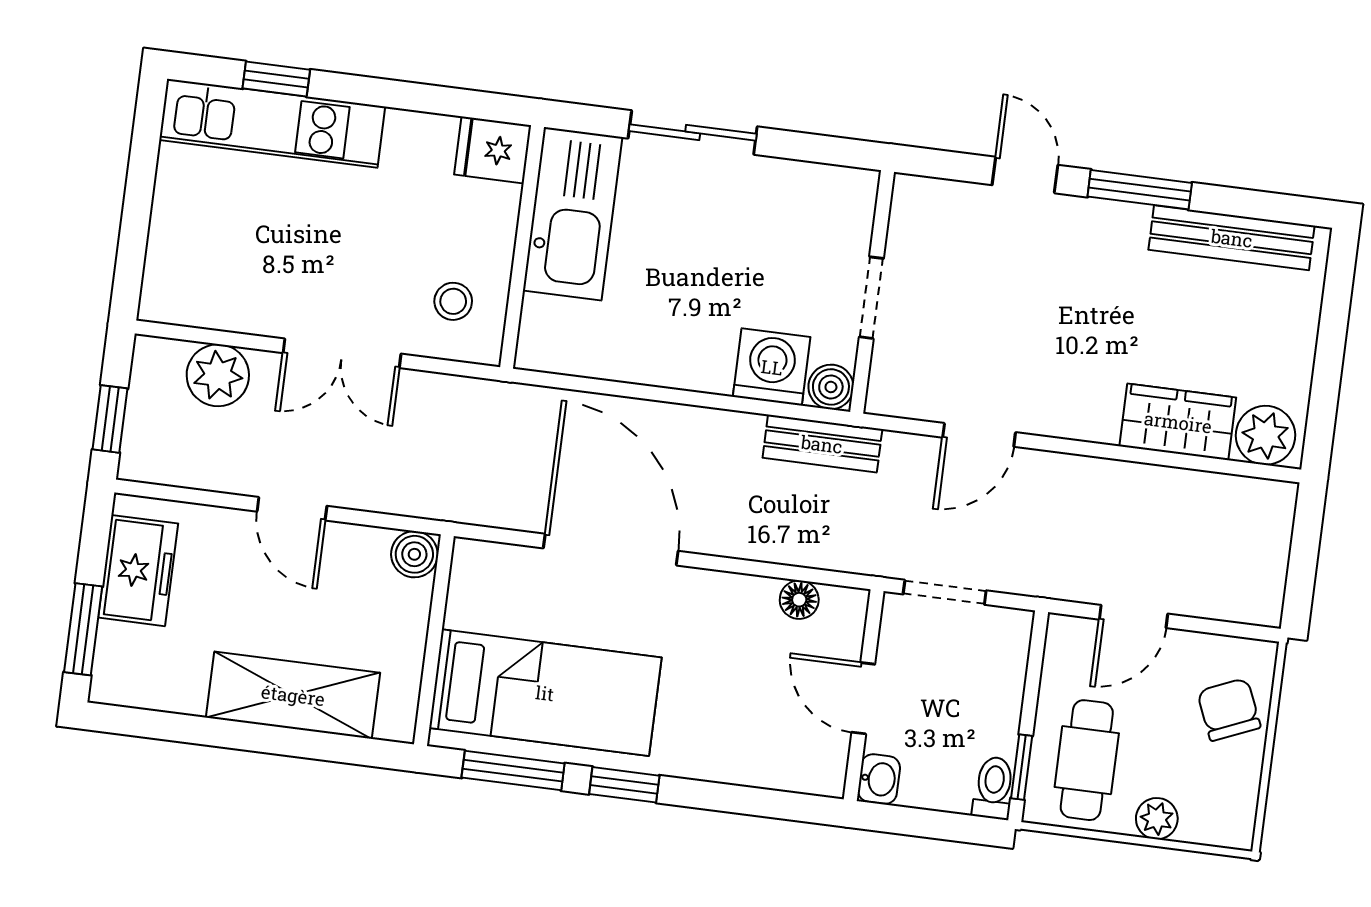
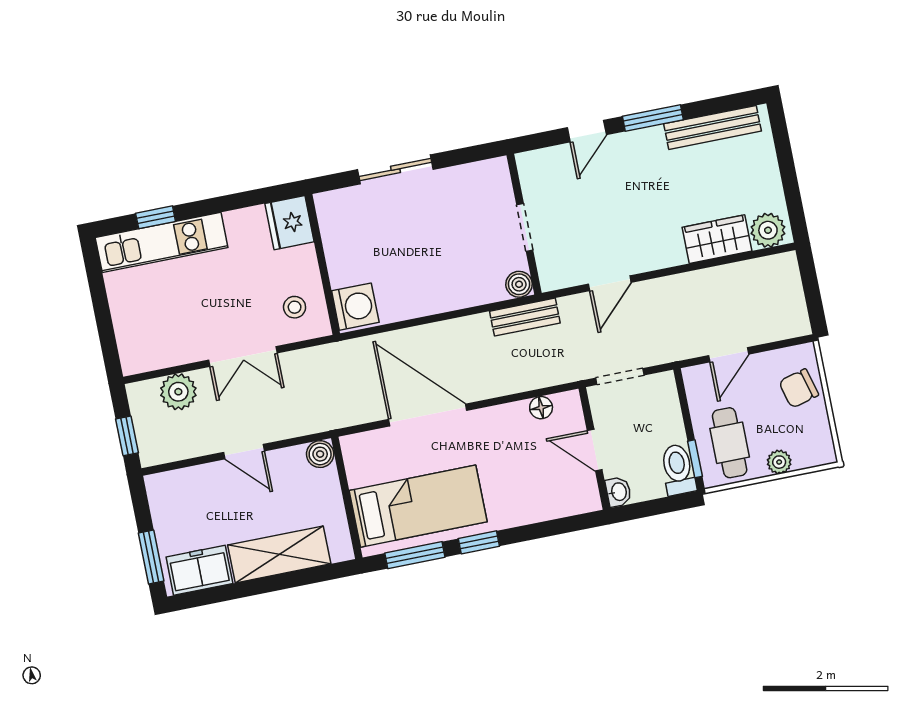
fridge: (493, 150) -> (289, 223), width x1.38
door: (1025, 175) -> (587, 131), swing flipped
kitchen sink: (573, 214) -> (344, 237), removed
washing machine: (772, 367) -> (355, 307), moved, turned 90
freezer: (138, 571) -> (199, 570), moved, turned -90
chair: (1229, 710) -> (799, 388), turned -82
toilet: (994, 788) -> (678, 470), width x1.37, depth x1.39

